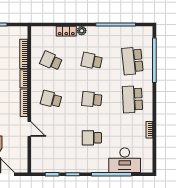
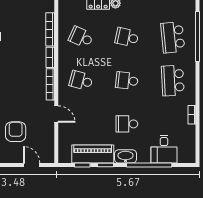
desk: (125, 160) -> (164, 149), width x0.73
piano: (61, 164) -> (93, 154), added
washbasin: (91, 167) -> (126, 156), added

